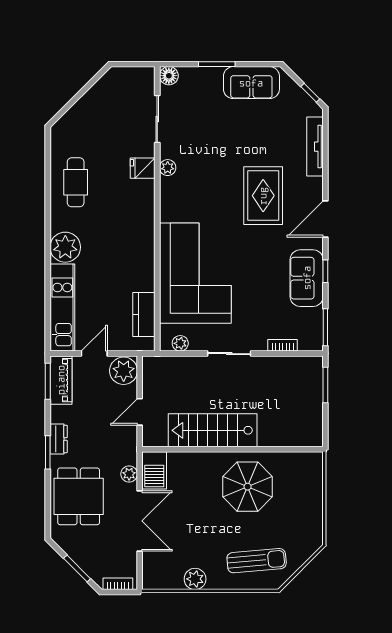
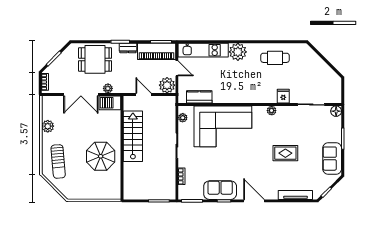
plant: (168, 168) -> (272, 111), moved
rug: (263, 196) -> (285, 153), moved, width x0.73, depth x0.70
piano: (61, 380) -> (157, 51), width x1.37, depth x1.33

